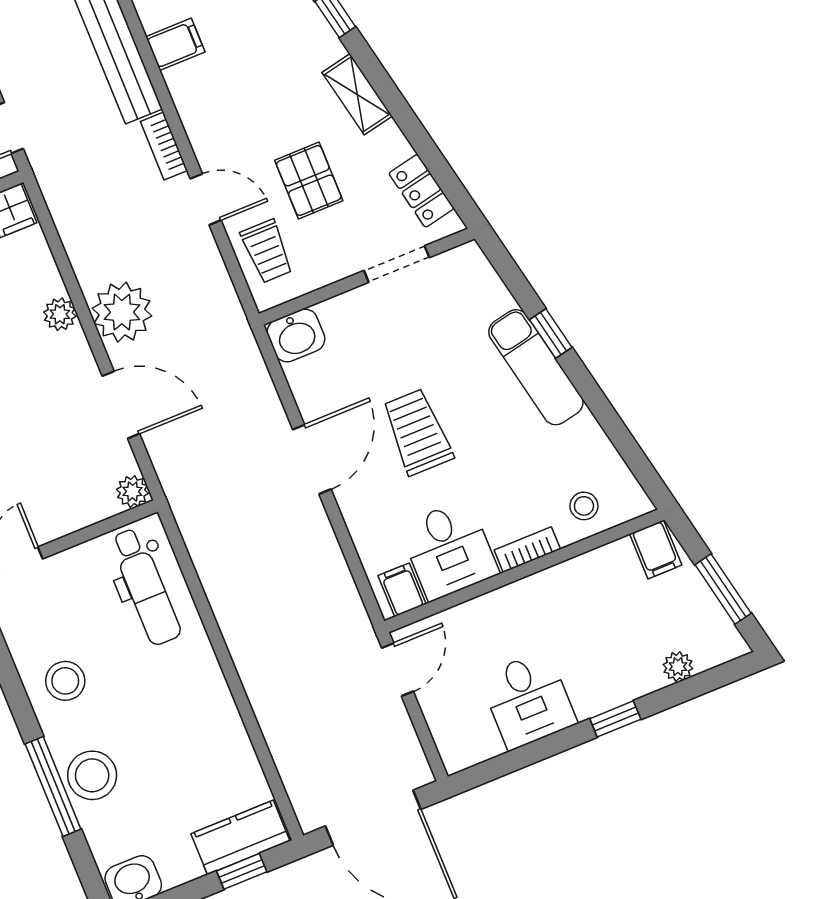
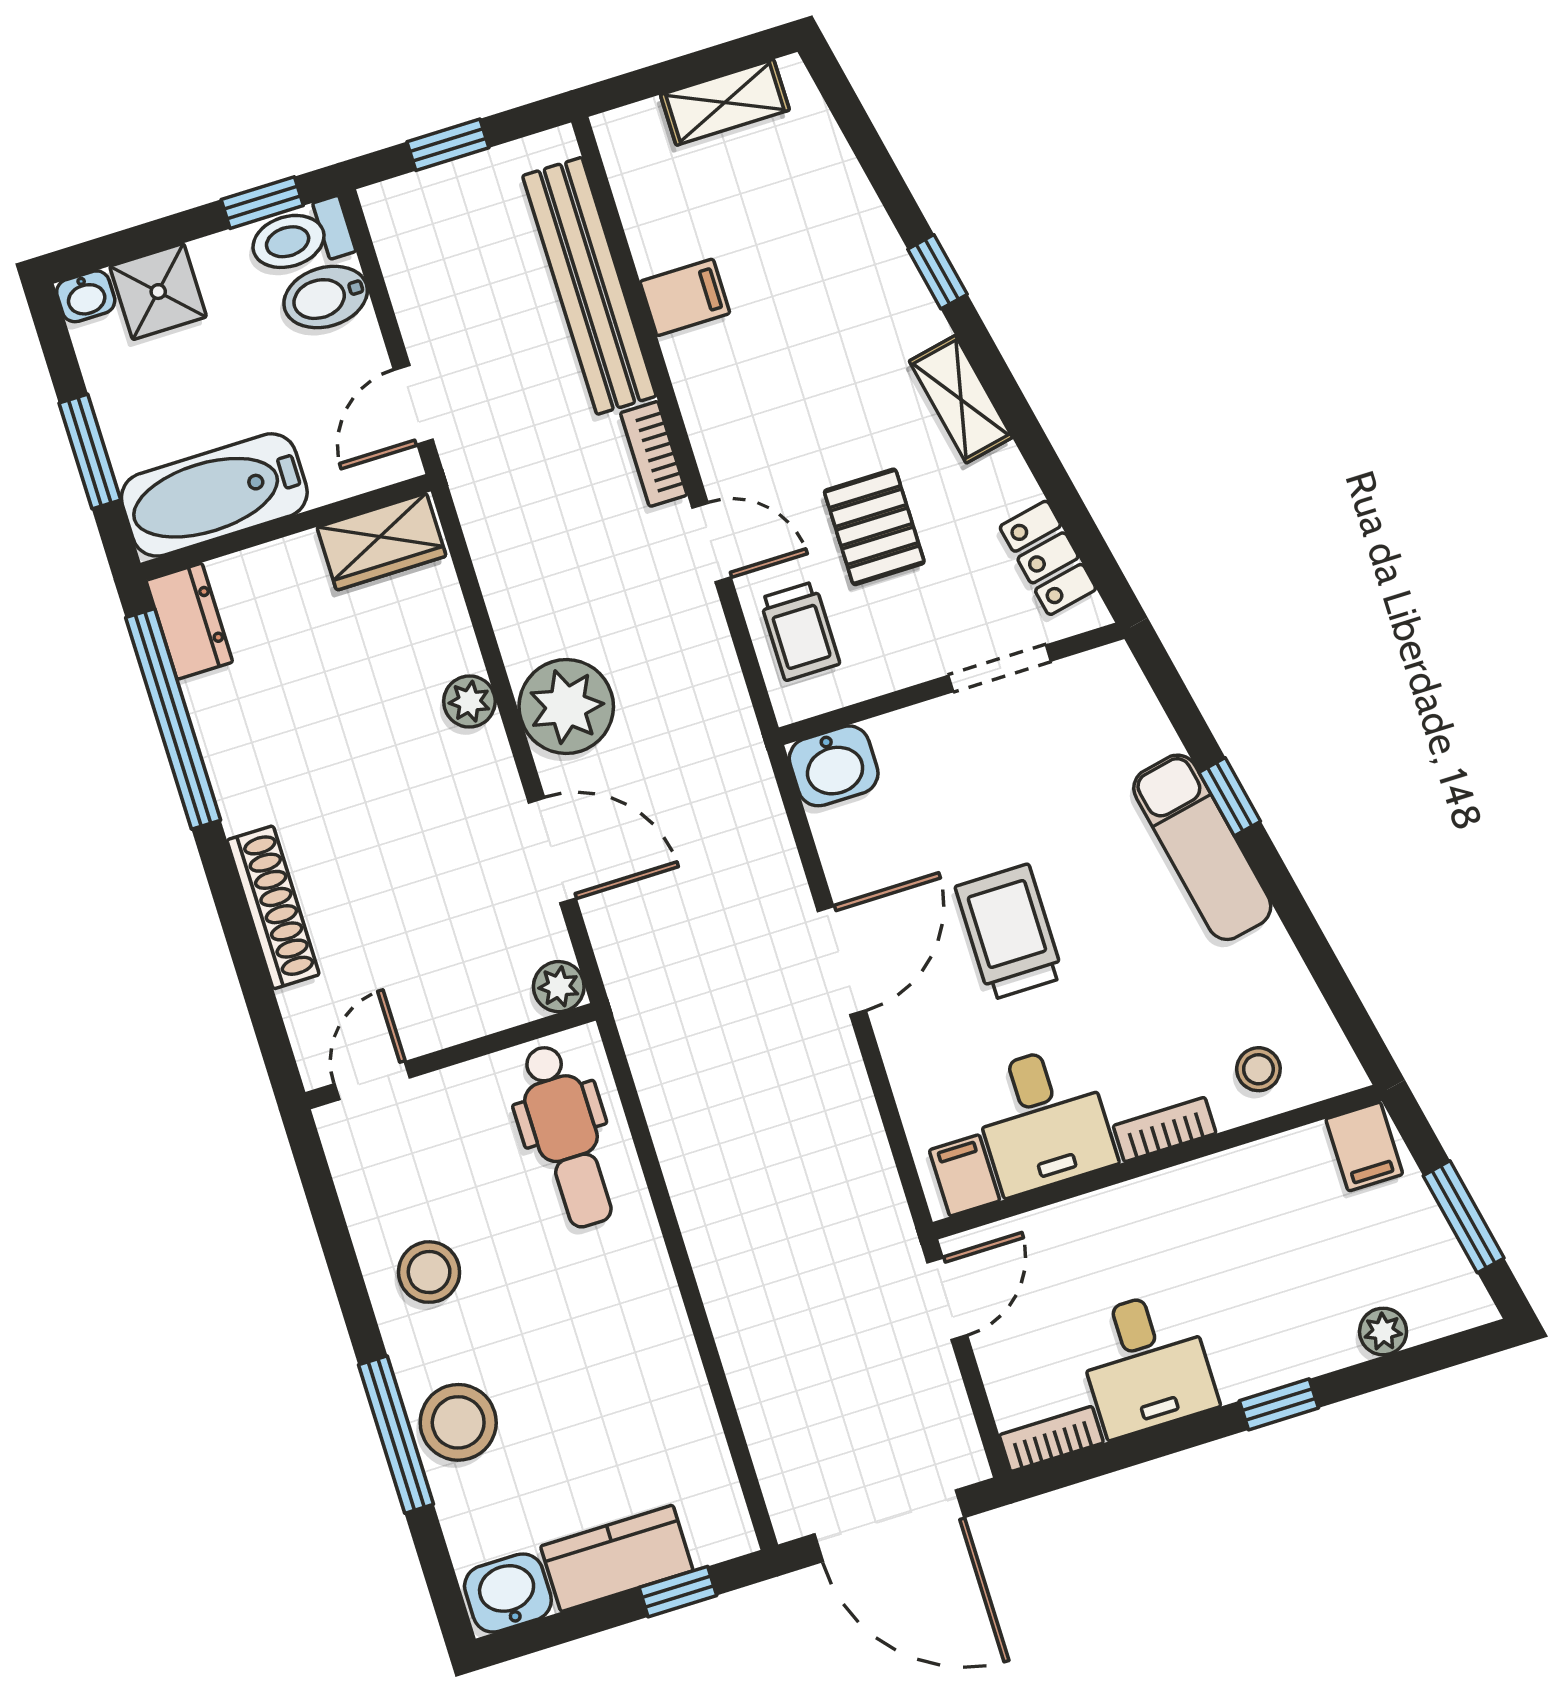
bookcase: (472, 753) -> (1051, 1439), added
kitchen counter: (240, 837) -> (617, 1558), moved

